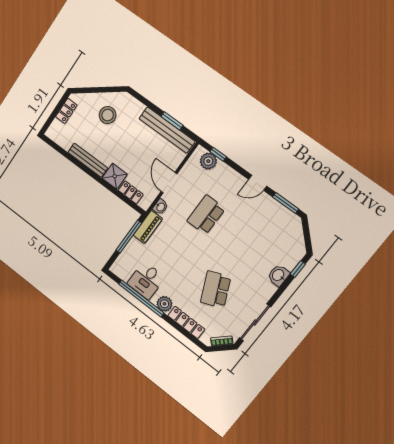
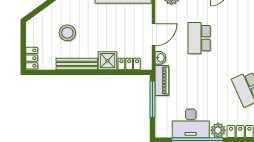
locker: (66, 111) -> (32, 58), moved
stool: (108, 115) -> (67, 33), moved
door: (169, 183) -> (154, 35), swing flipped
desk: (146, 281) -> (191, 123), width x1.37

